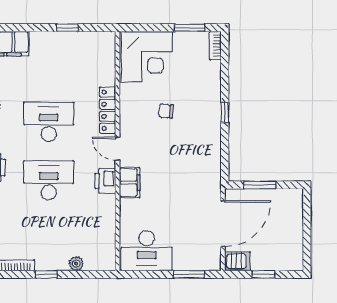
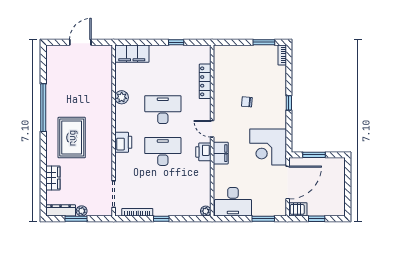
corner desk: (147, 57) -> (268, 147), moved, turned 90
locker: (108, 110) -> (205, 81), moved
plant: (76, 264) -> (206, 211), moved

